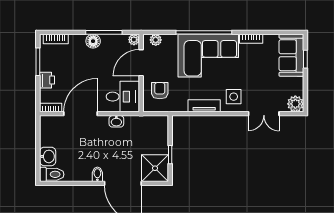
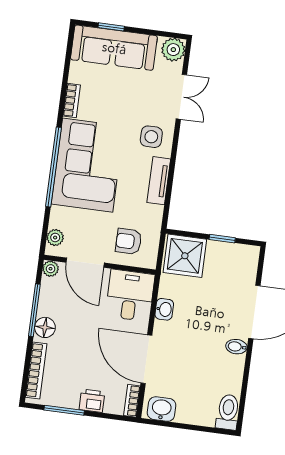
bookcase: (56, 39) -> (36, 370), width x1.56
sofa: (291, 55) -> (114, 48), width x1.36
washbasin: (48, 156) -> (162, 409), moved
shower: (155, 168) -> (185, 256), moved

